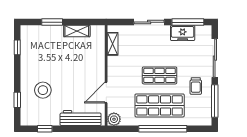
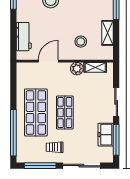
stool: (86, 59) -> (81, 42), added
door: (106, 93) -> (48, 61), hinge flipped
workbench: (81, 118) -> (24, 37), width x0.73
plant: (114, 119) -> (77, 69), moved
window: (163, 129) -> (13, 133), moved

